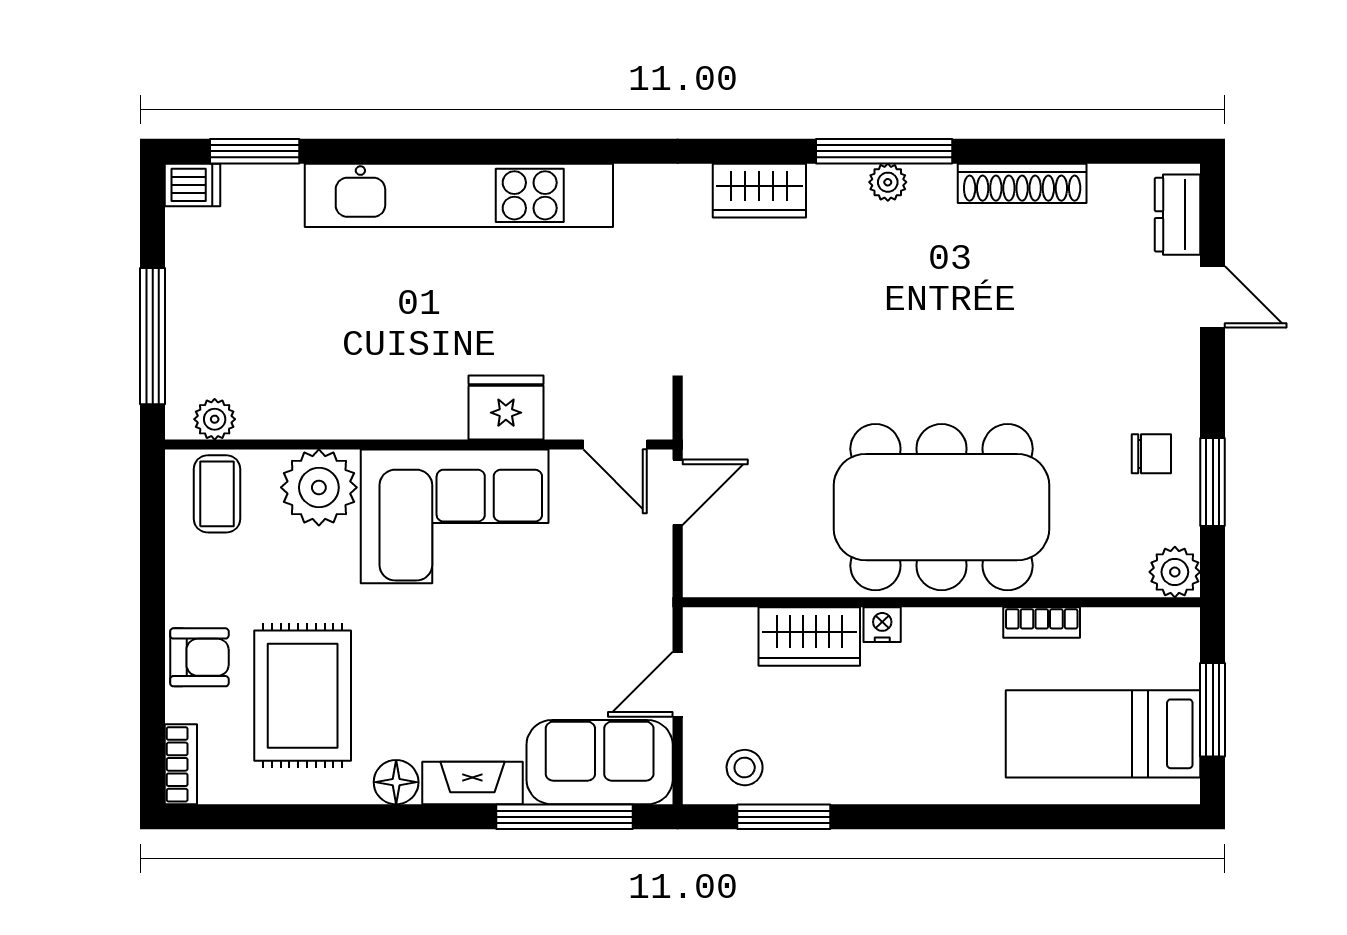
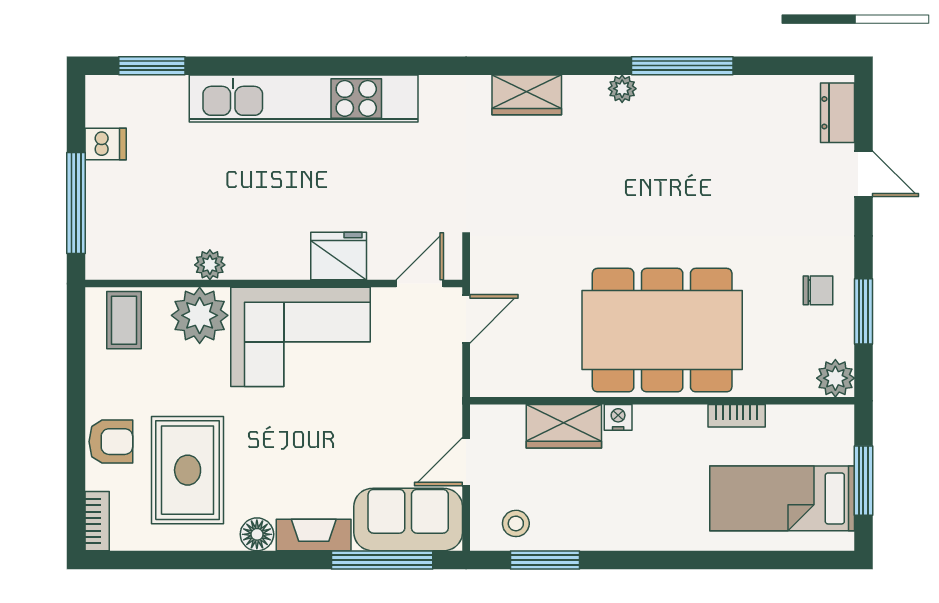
window: (884, 151) -> (682, 66), moved
shoe rack: (1022, 183) -> (722, 90), removed
dishwasher: (192, 185) -> (106, 144), moved
plant: (215, 419) -> (210, 265), moved
door: (615, 445) -> (420, 284), swing flipped

